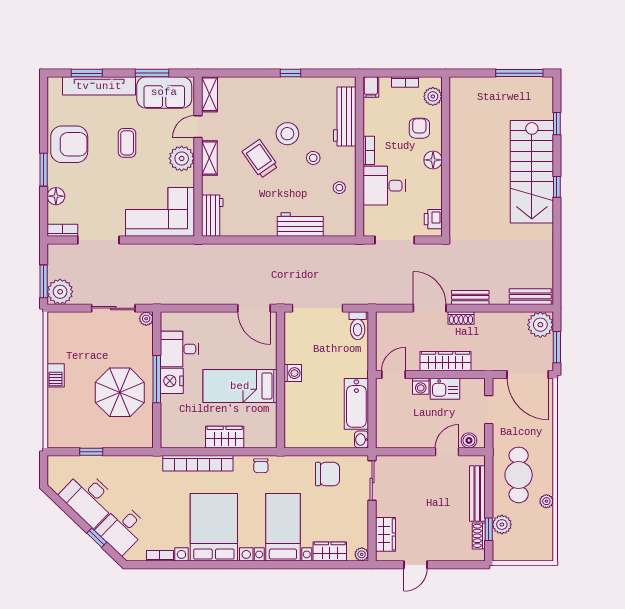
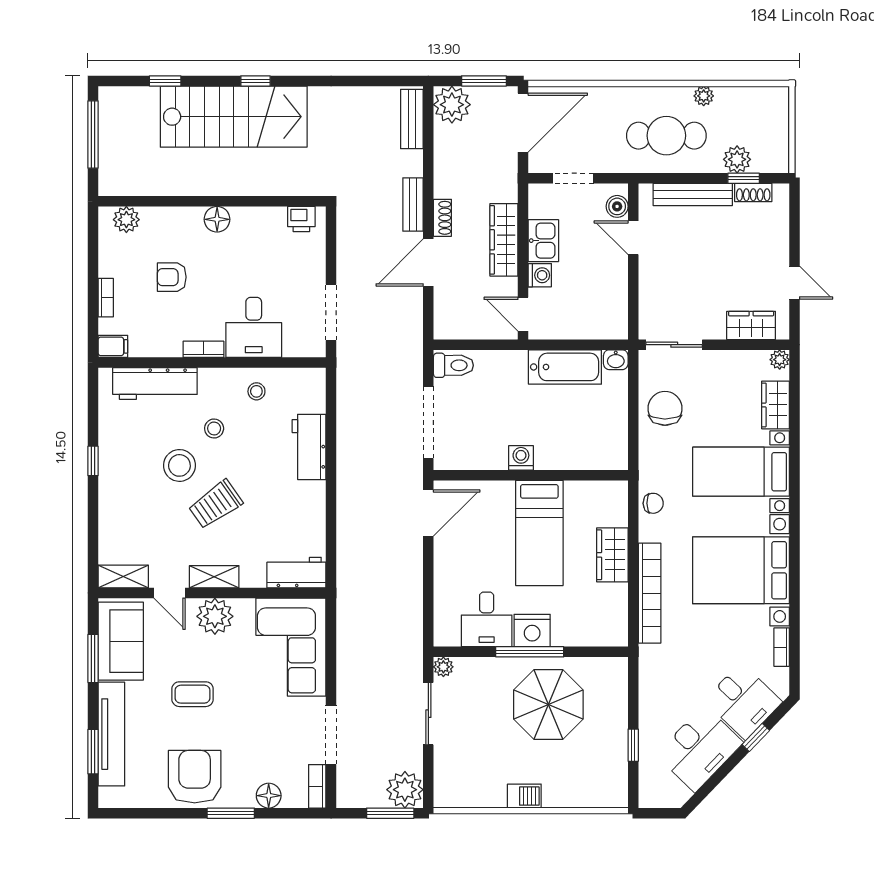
plant: (433, 96) -> (126, 220), moved
wall: (446, 156) -> (212, 201), moved
floor lamp: (433, 160) -> (217, 219), moved
printer: (433, 219) -> (301, 219), moved

